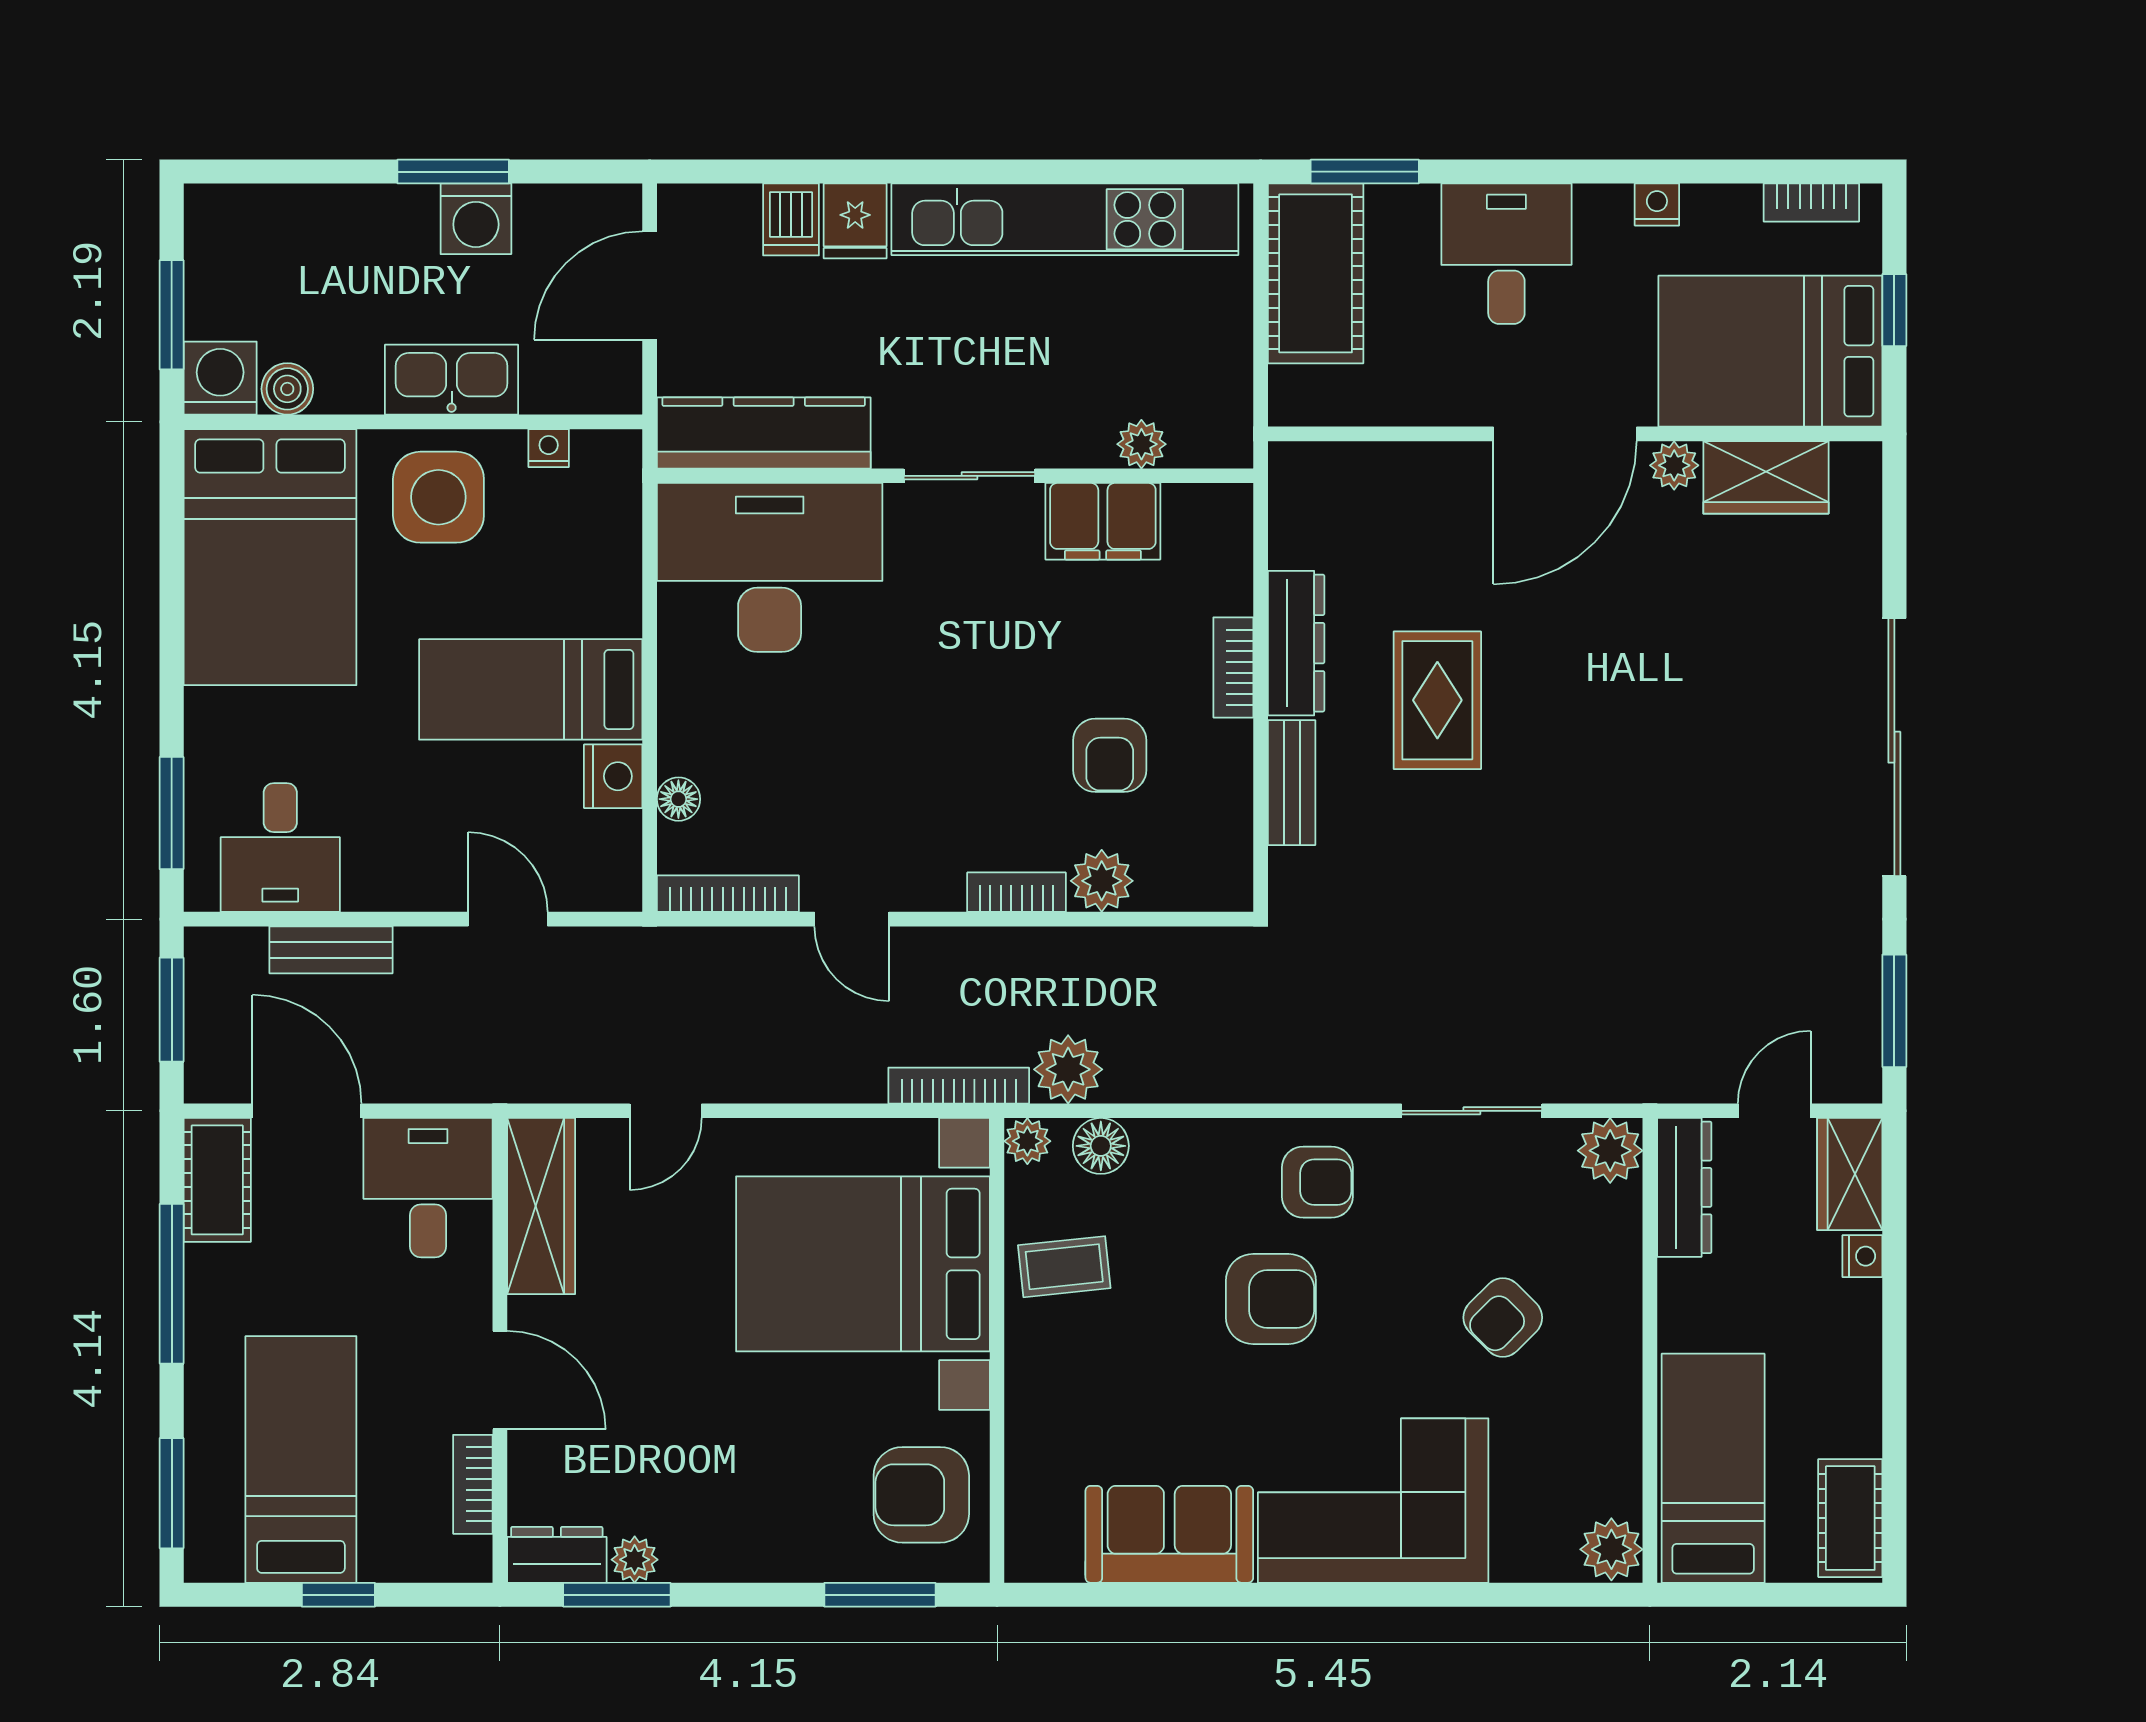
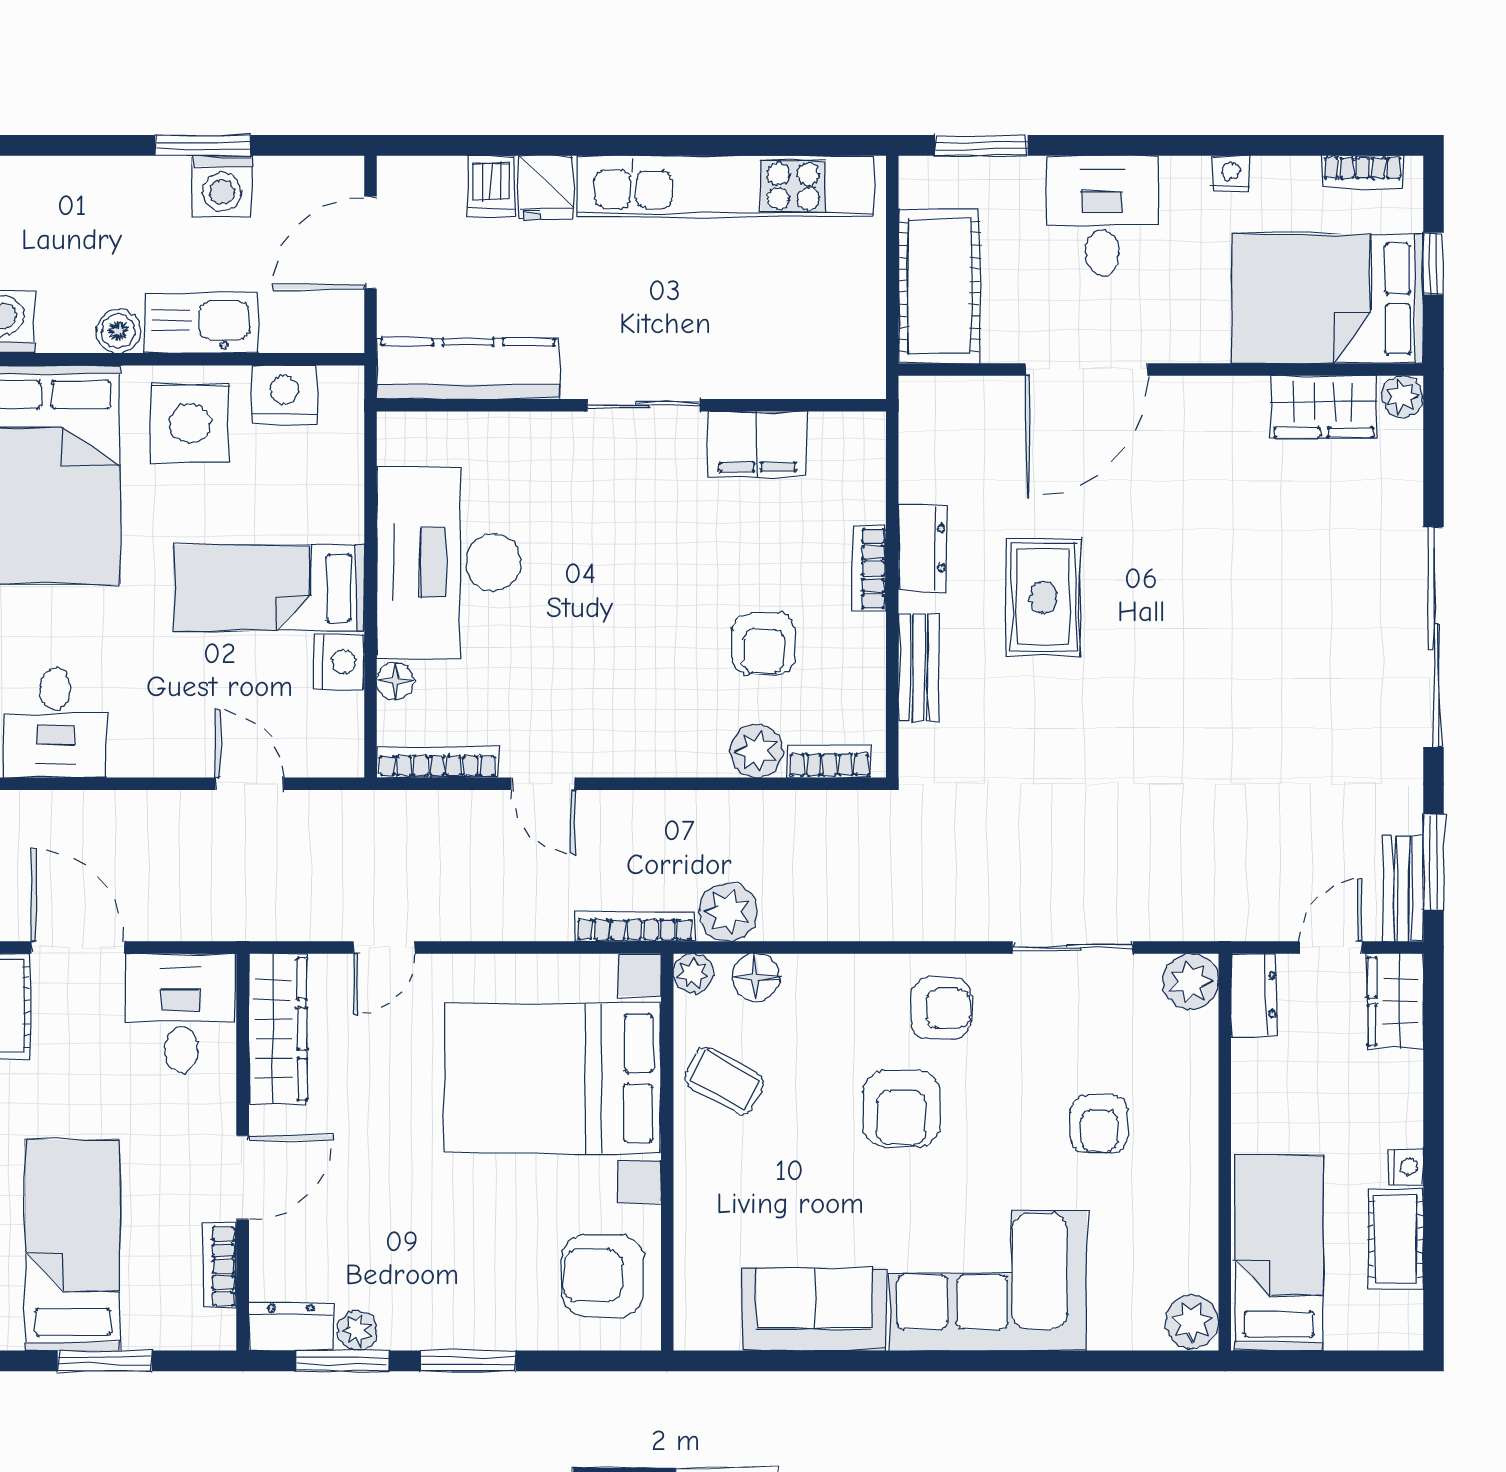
cot: (1316, 273) -> (939, 286), moved
boiler: (287, 389) -> (118, 331), moved
door: (1565, 434) -> (1086, 369), moved
plant: (1141, 444) -> (791, 378), removed
nightstand: (549, 448) -> (284, 394), width x1.89, depth x1.79
plant: (1674, 465) -> (1402, 396), moved
desk: (770, 567) -> (449, 562), moved, turned -90
dresser: (1296, 643) -> (923, 548), width x0.70
bookcase: (1016, 892) -> (829, 761), moved
bench: (331, 950) -> (1403, 889), moved, turned 90
dresser: (1684, 1187) -> (1254, 995), width x0.70
nightstand: (1862, 1256) -> (1406, 1167), moved
coffee table: (1064, 1267) -> (725, 1081), turned 36
armchair: (1271, 1299) -> (901, 1108), turned 90
armchair: (1503, 1318) -> (1099, 1124), turned -45
door: (500, 1380) -> (243, 1177), hinge flipped
cot: (1850, 1518) -> (1396, 1239), moved
window: (338, 1595) -> (105, 1361), width x1.50
window: (880, 1595) -> (468, 1361), moved

